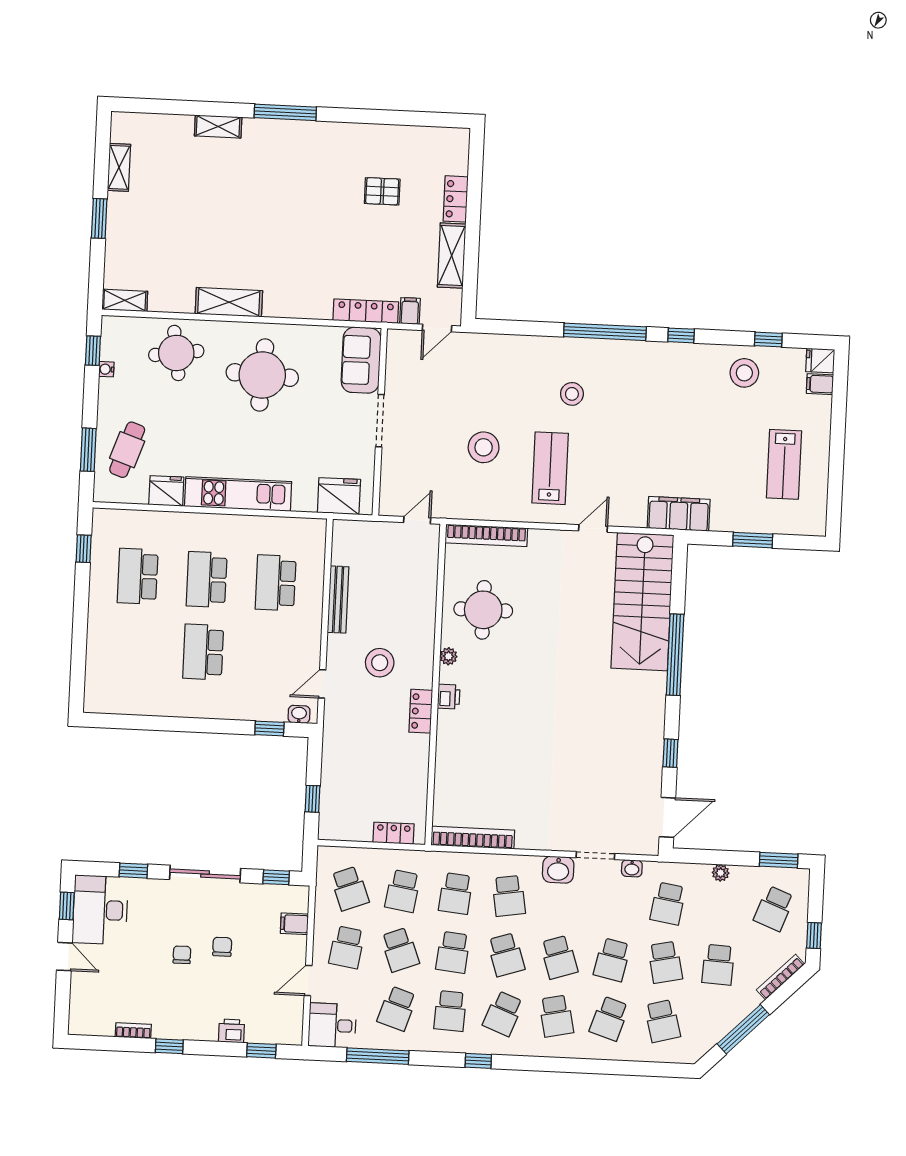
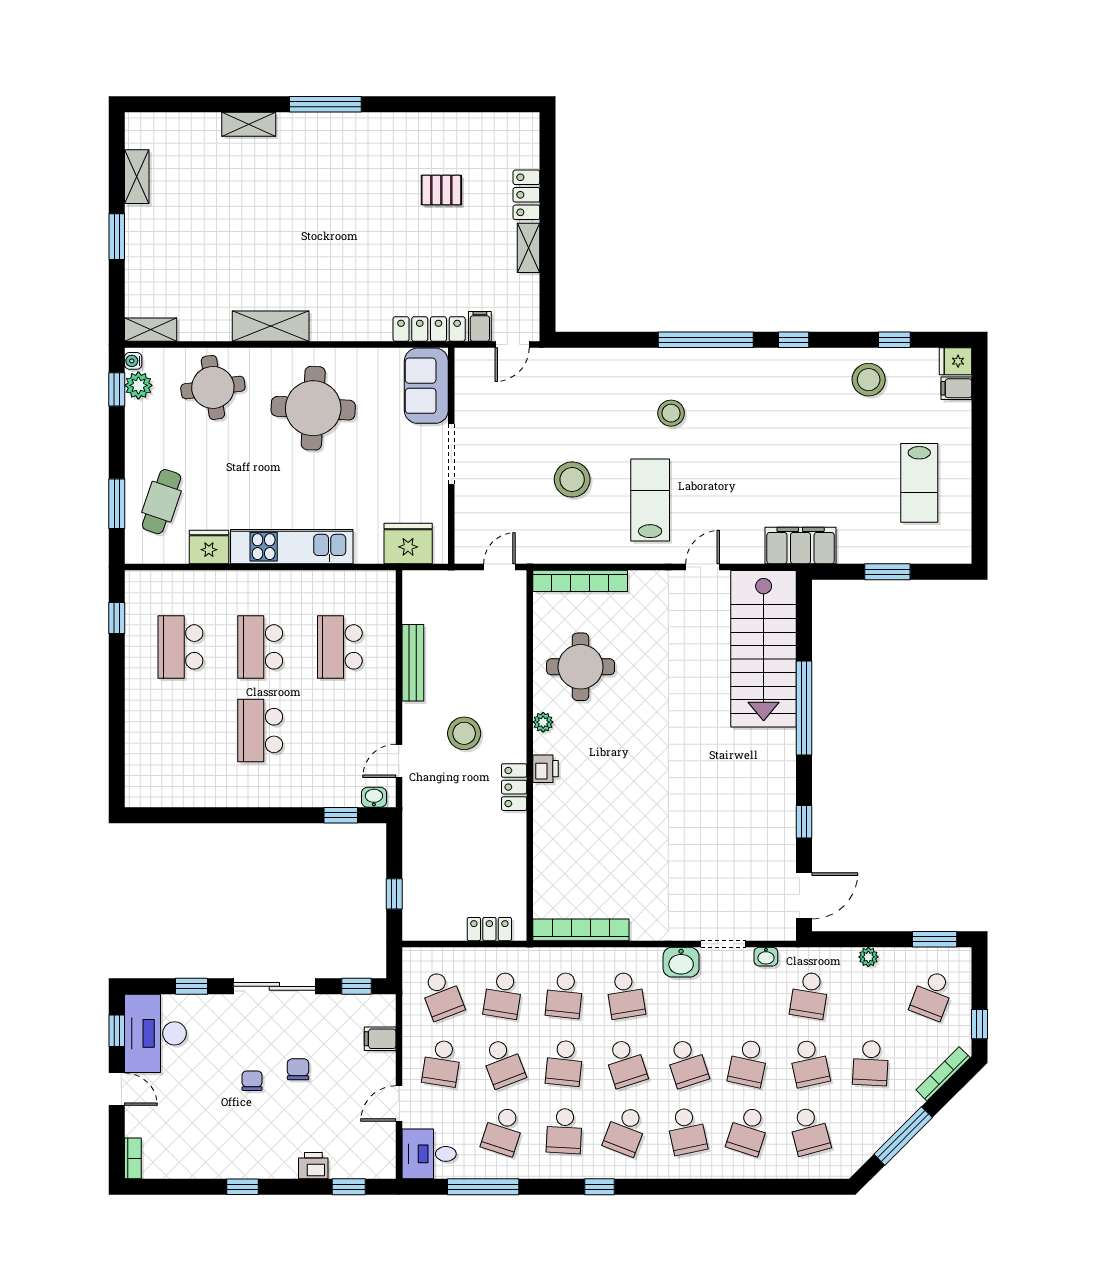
shelving: (452, 256) -> (529, 248), width x0.67, depth x0.75
plant: (112, 348) -> (138, 385), added
water cooler: (106, 369) -> (133, 361), moved
bookcase: (133, 1031) -> (133, 1158), moved, turned 90

